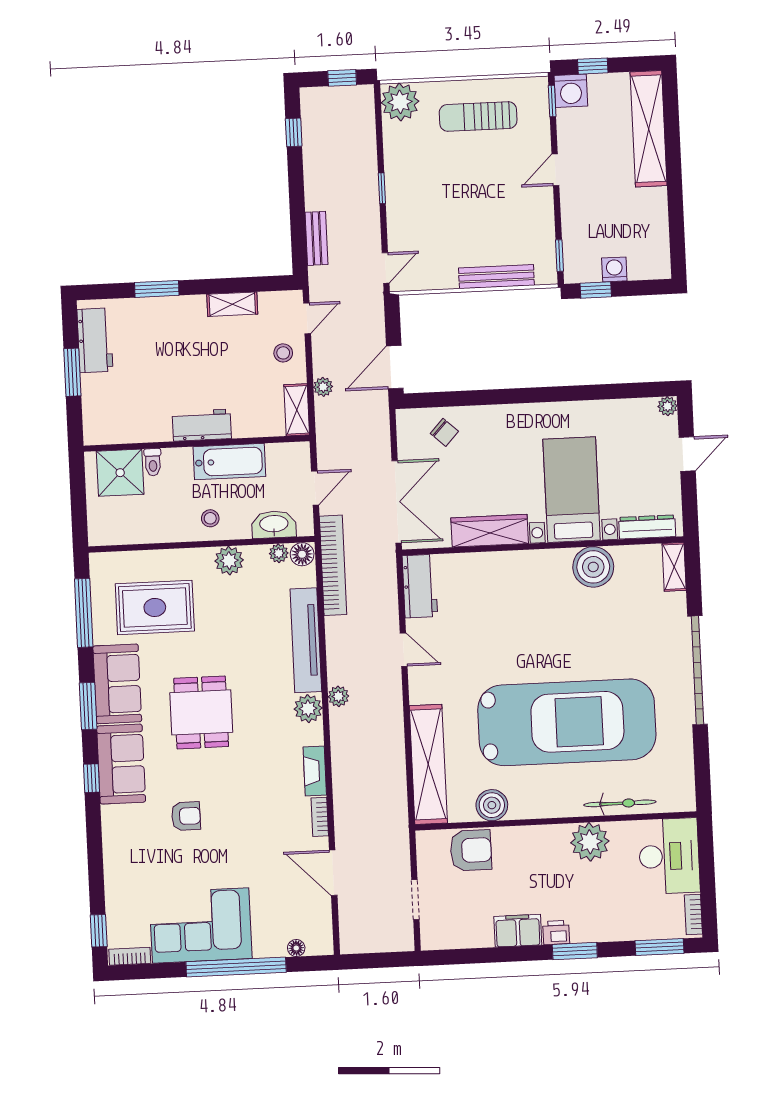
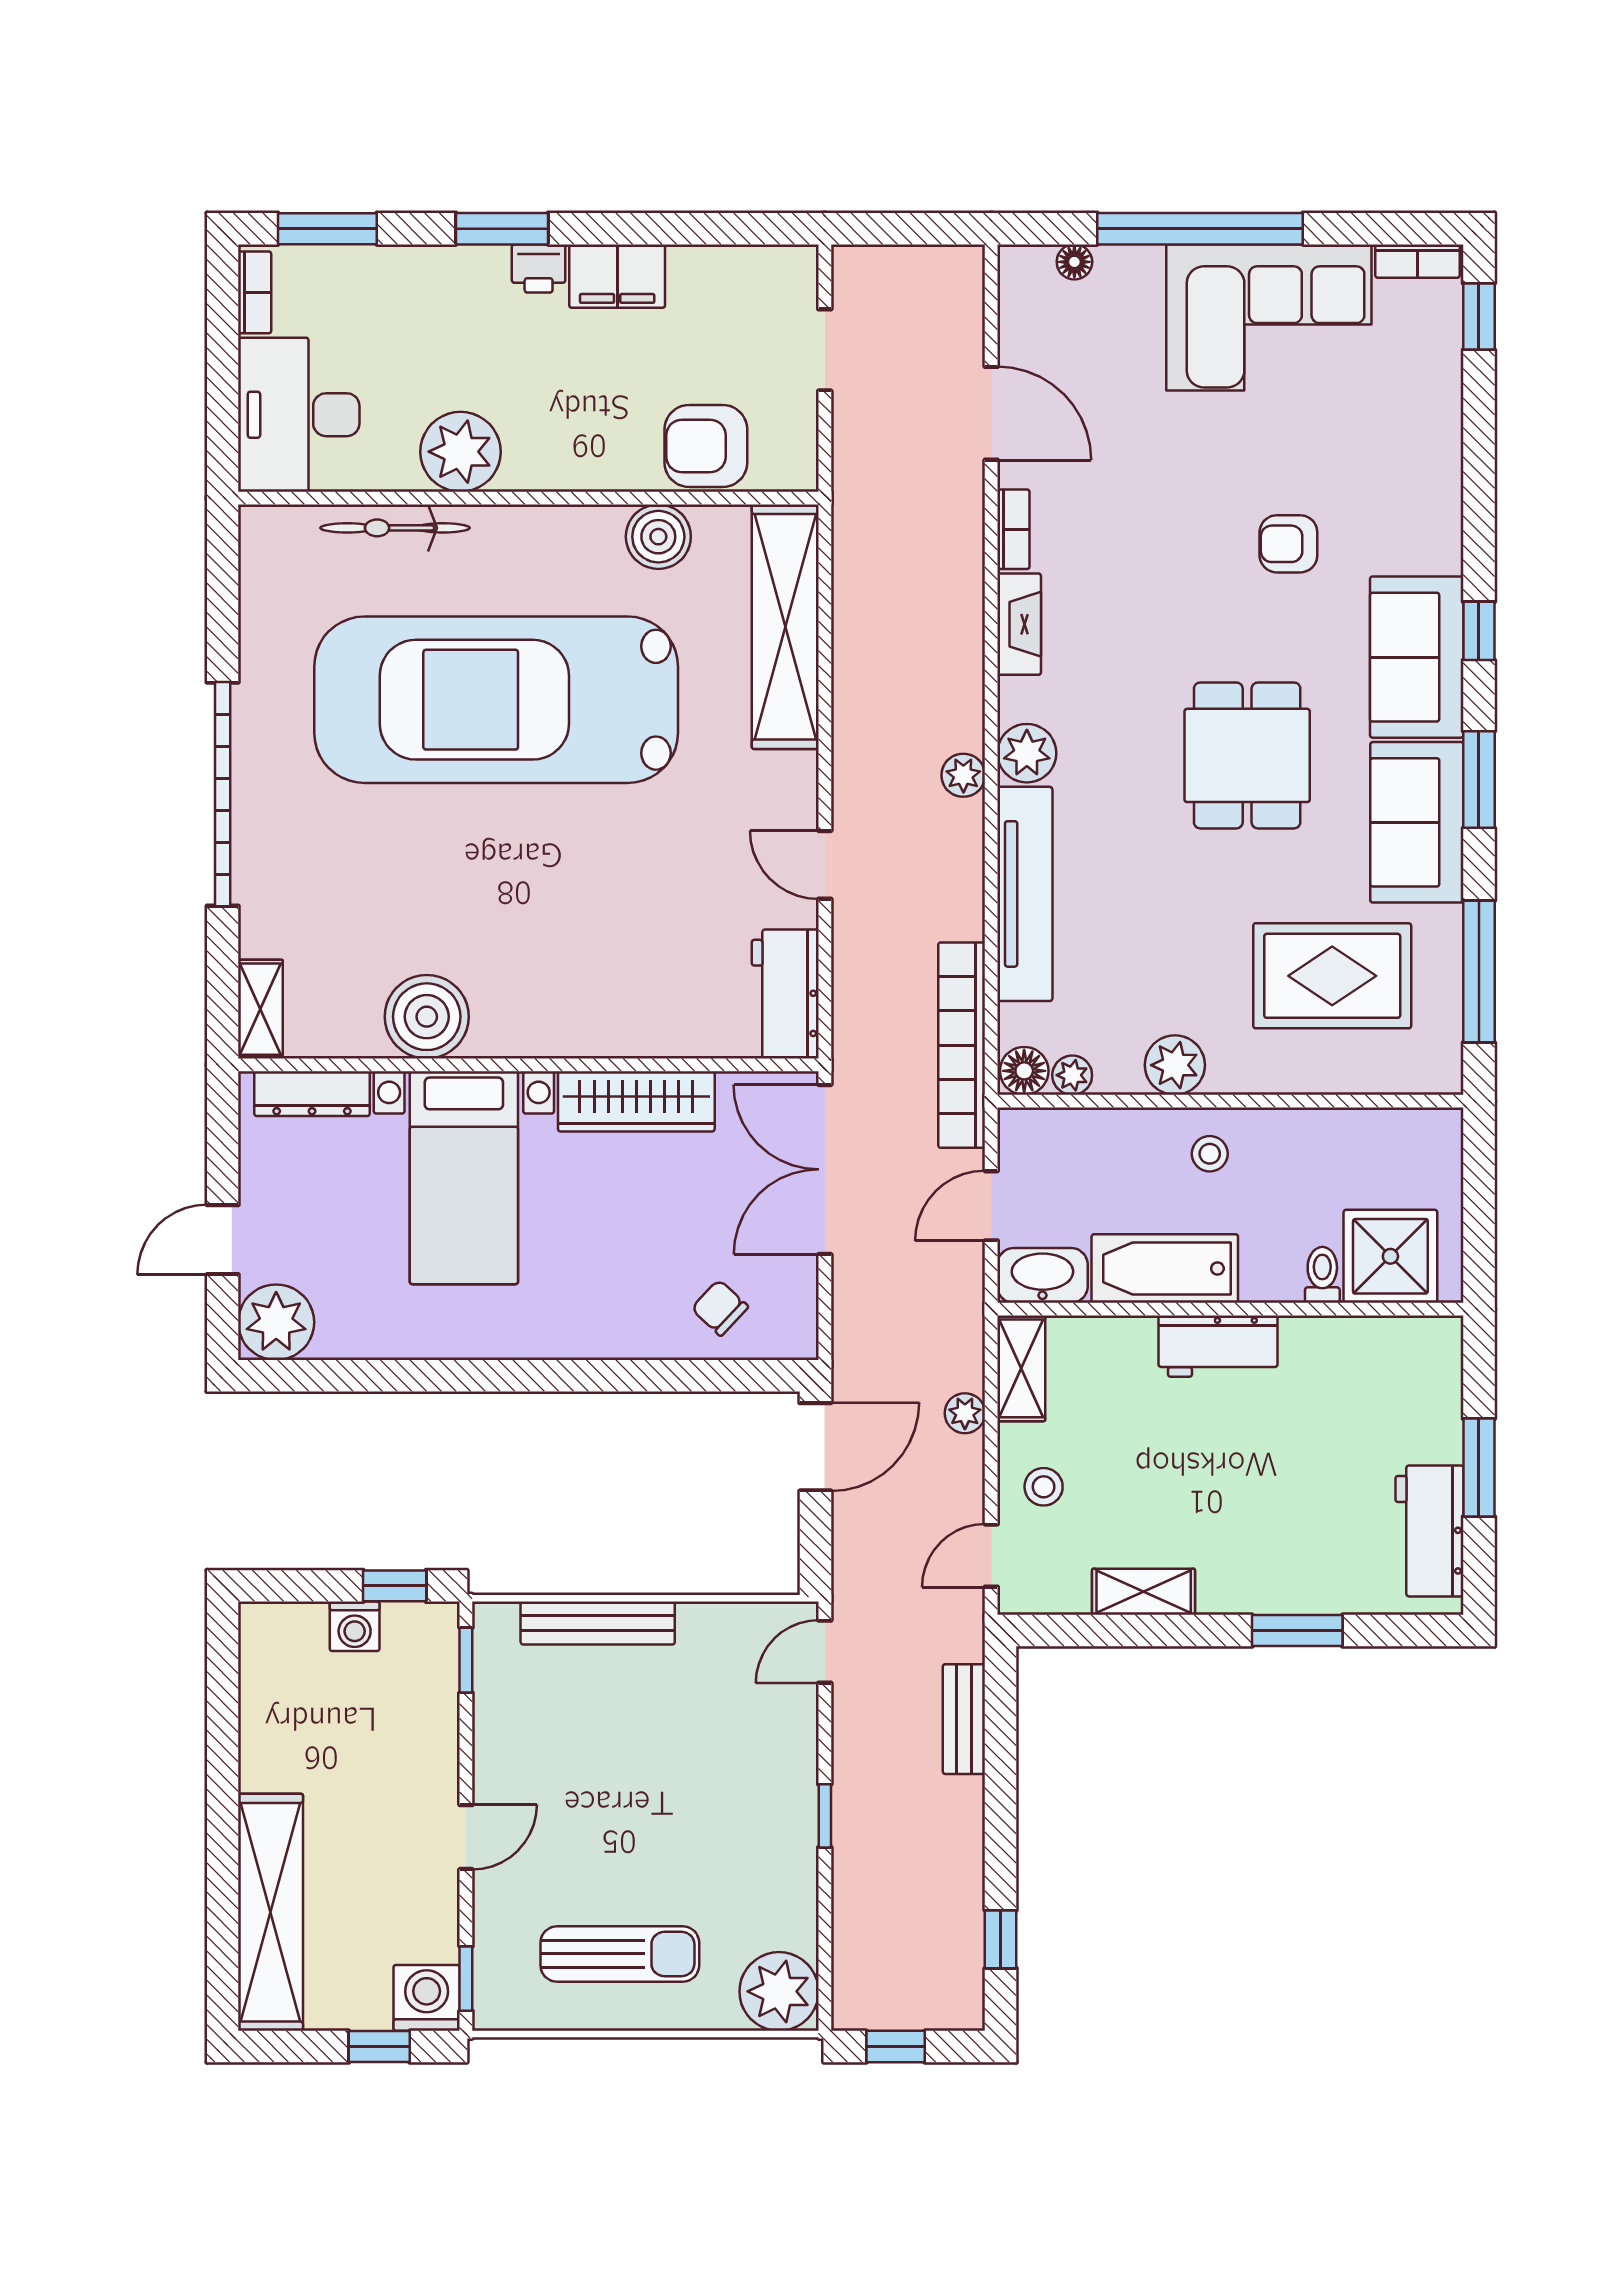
plant: (668, 406) -> (276, 1322), width x1.88, depth x1.88
washbasin: (274, 524) -> (1042, 1275), moved, turned 180

